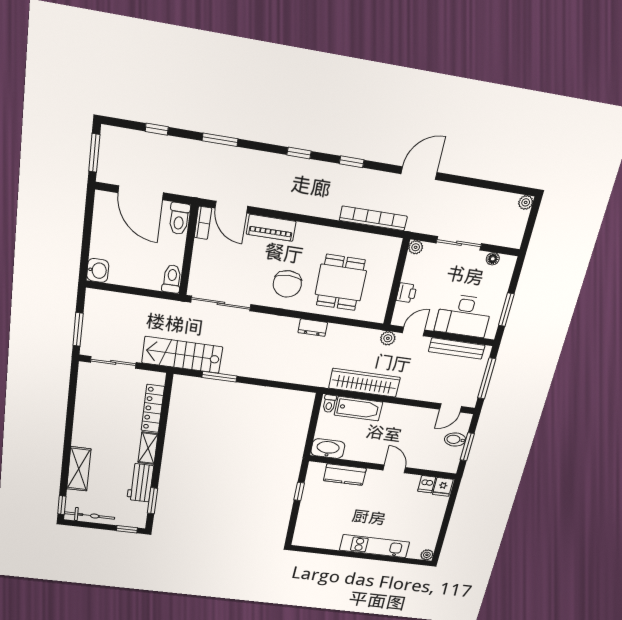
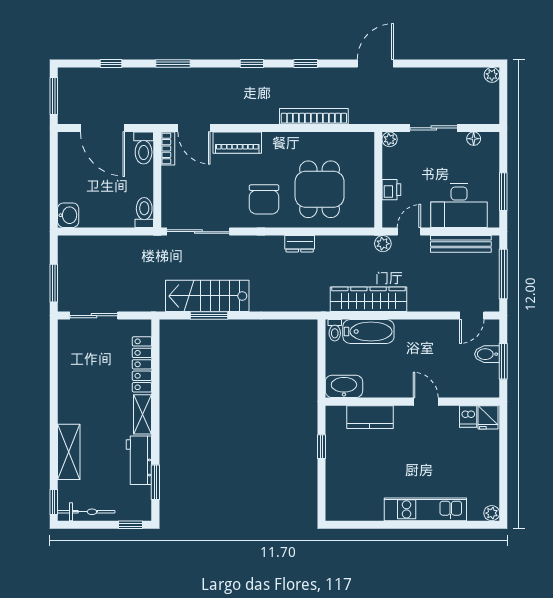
bookcase: (373, 218) -> (314, 116), moved
stairs: (182, 355) -> (207, 296), moved

